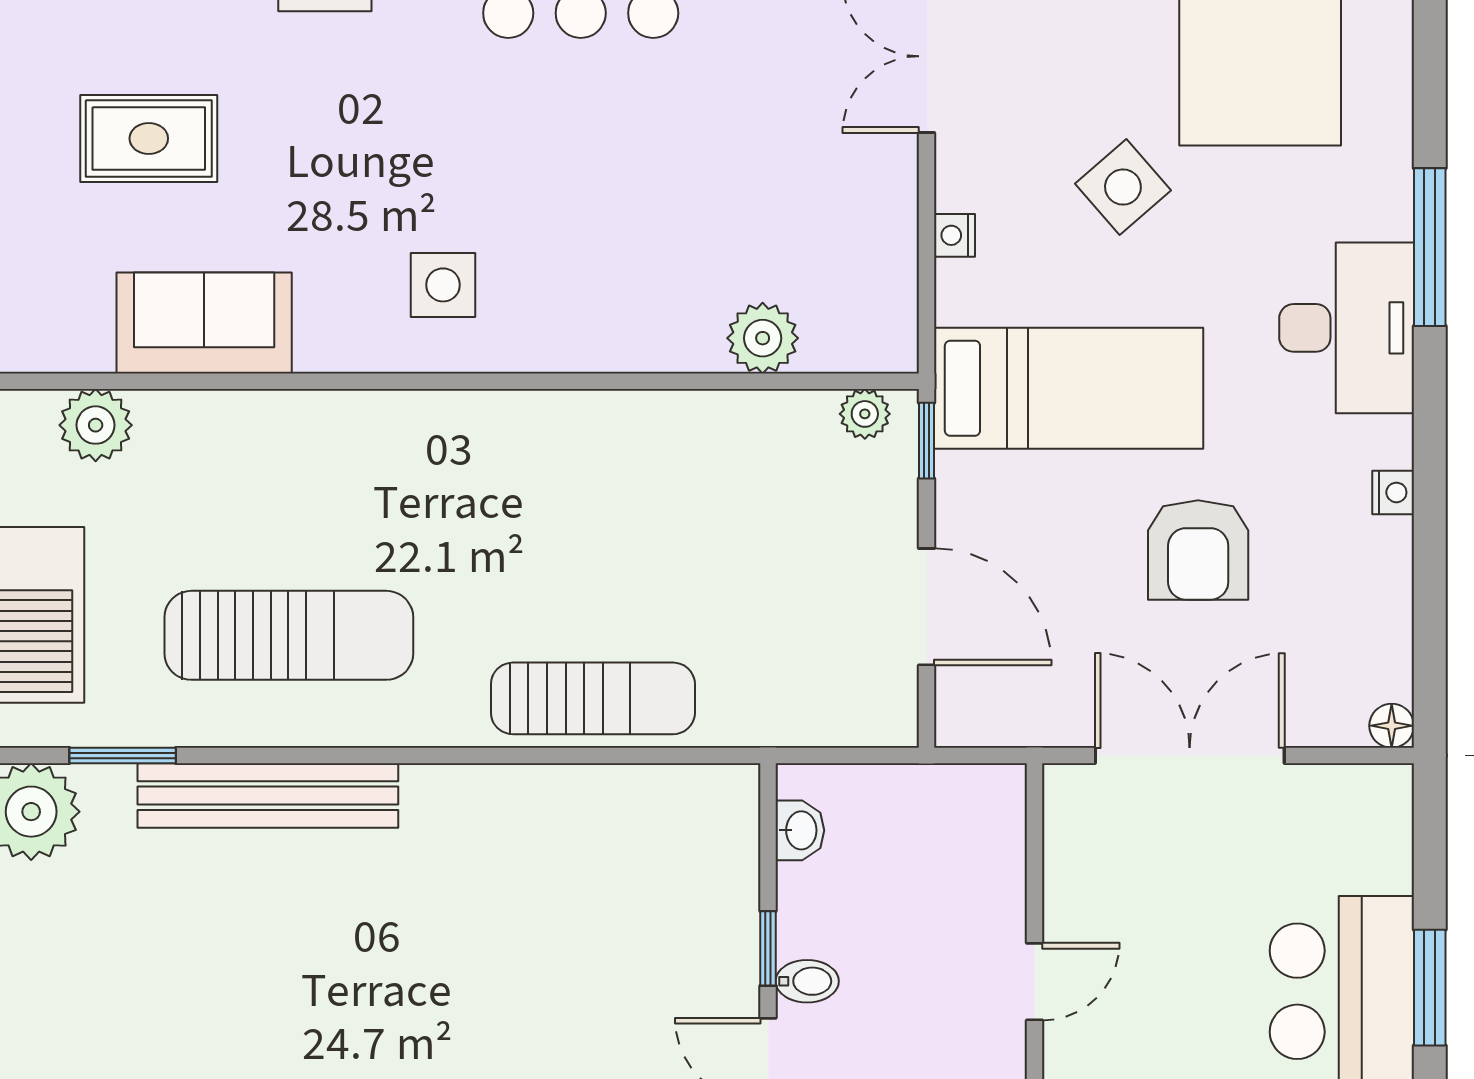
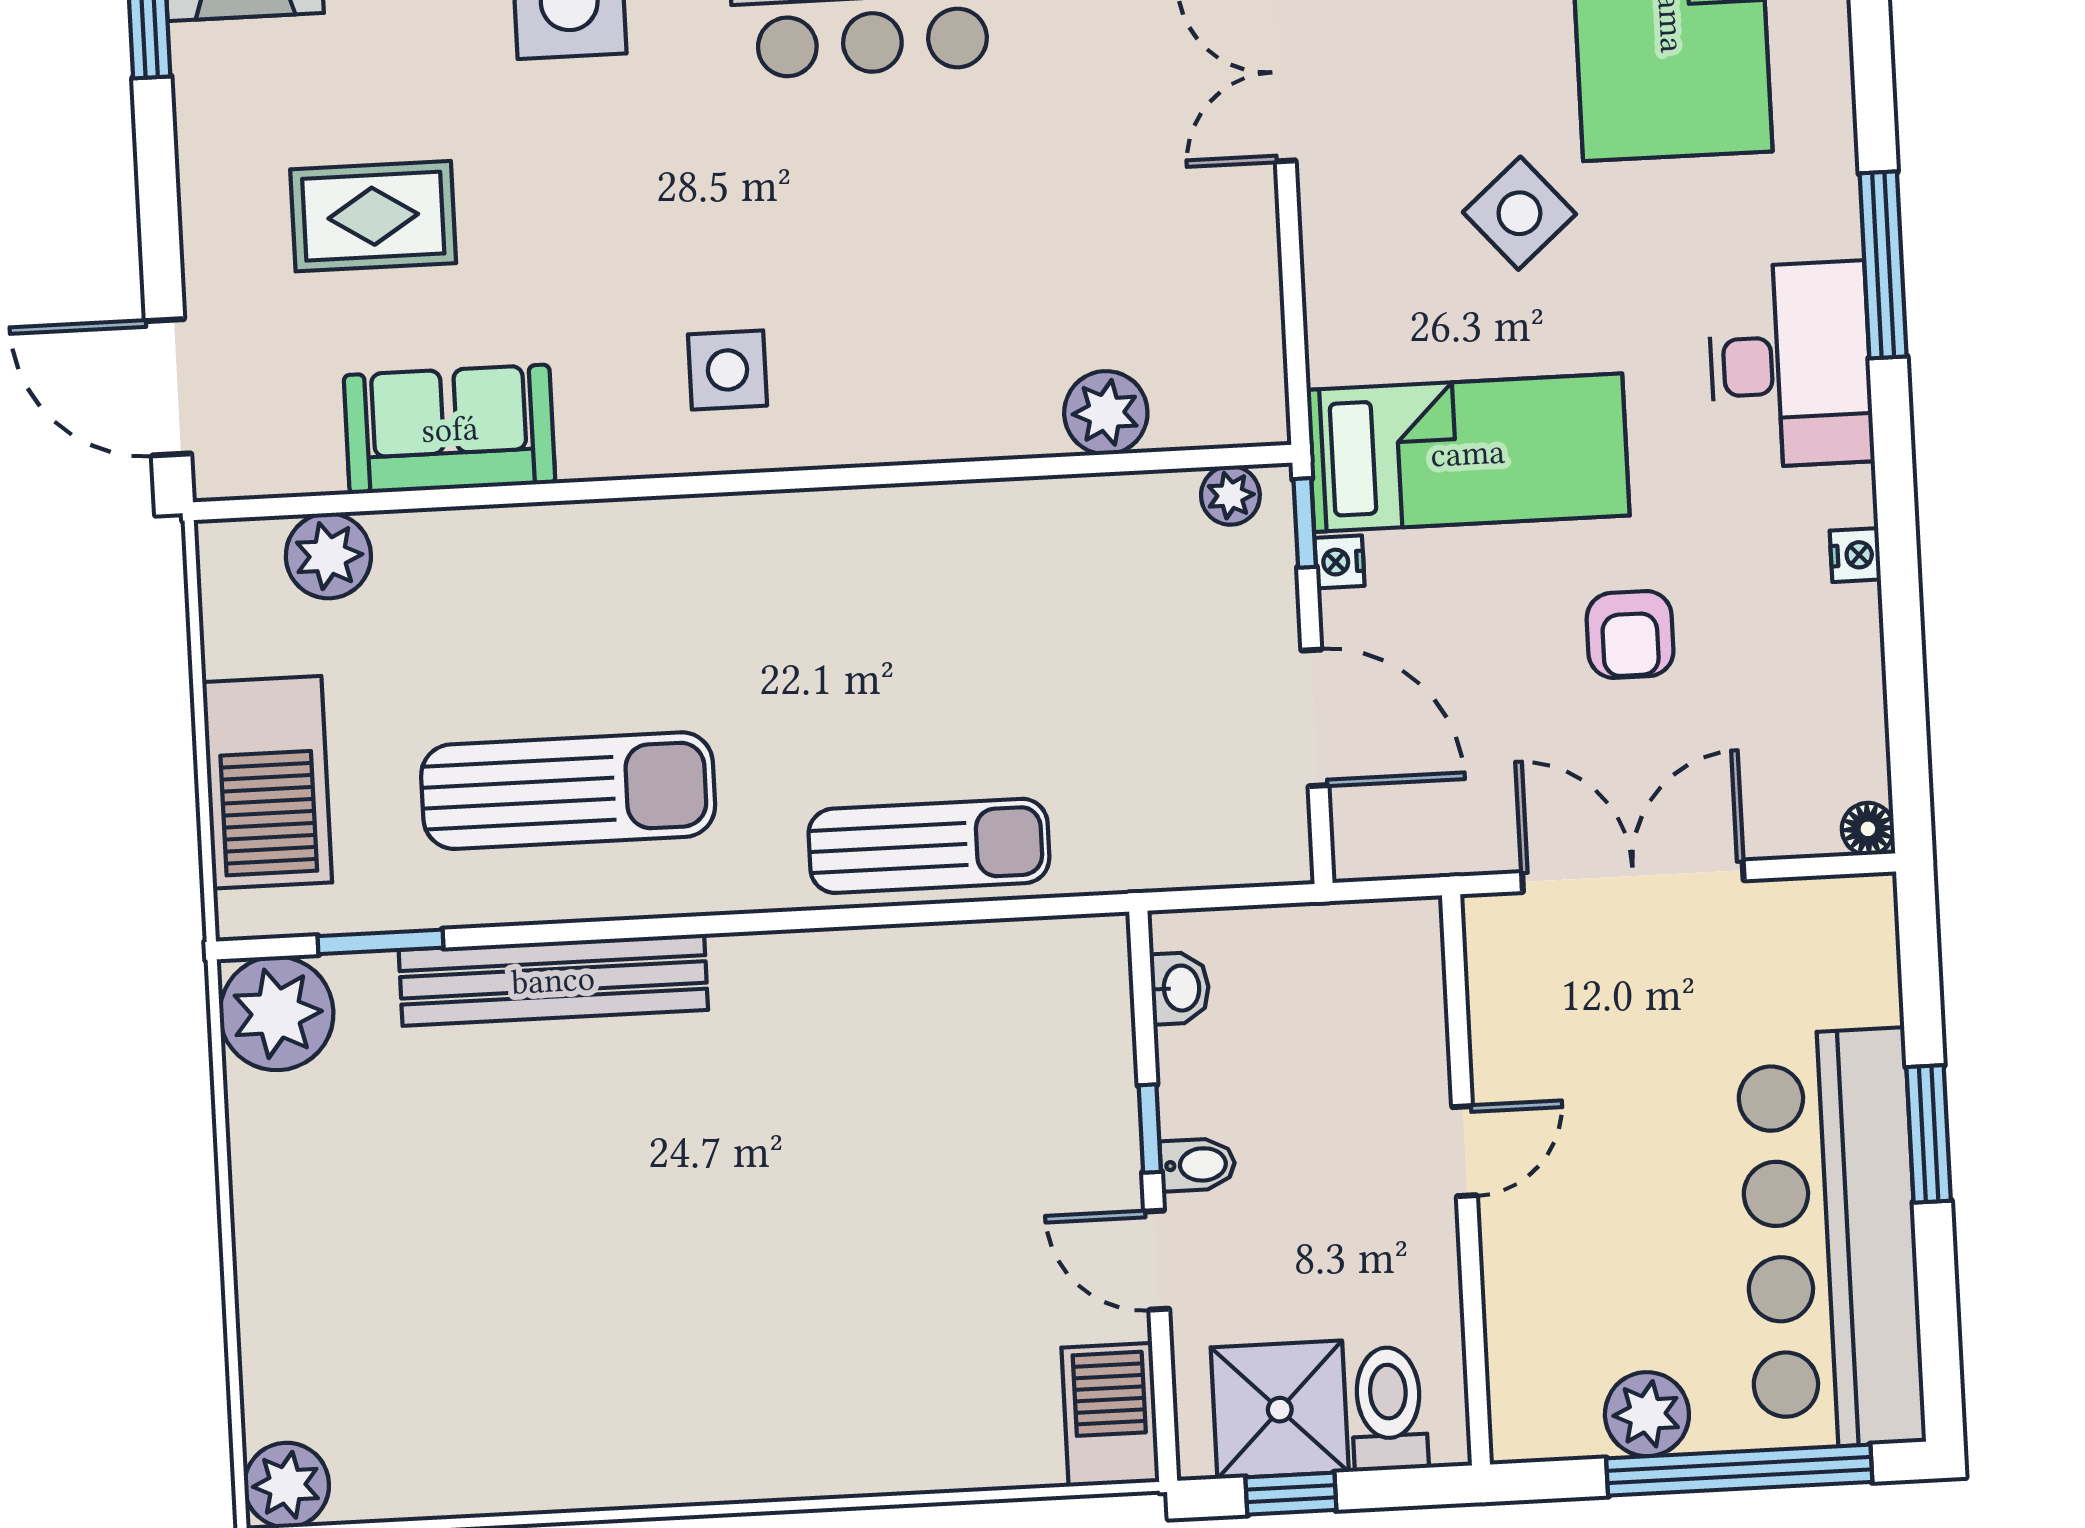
nightstand: (954, 235) -> (1339, 562), moved
armchair: (1198, 550) -> (1630, 635), width x0.72, depth x0.72

